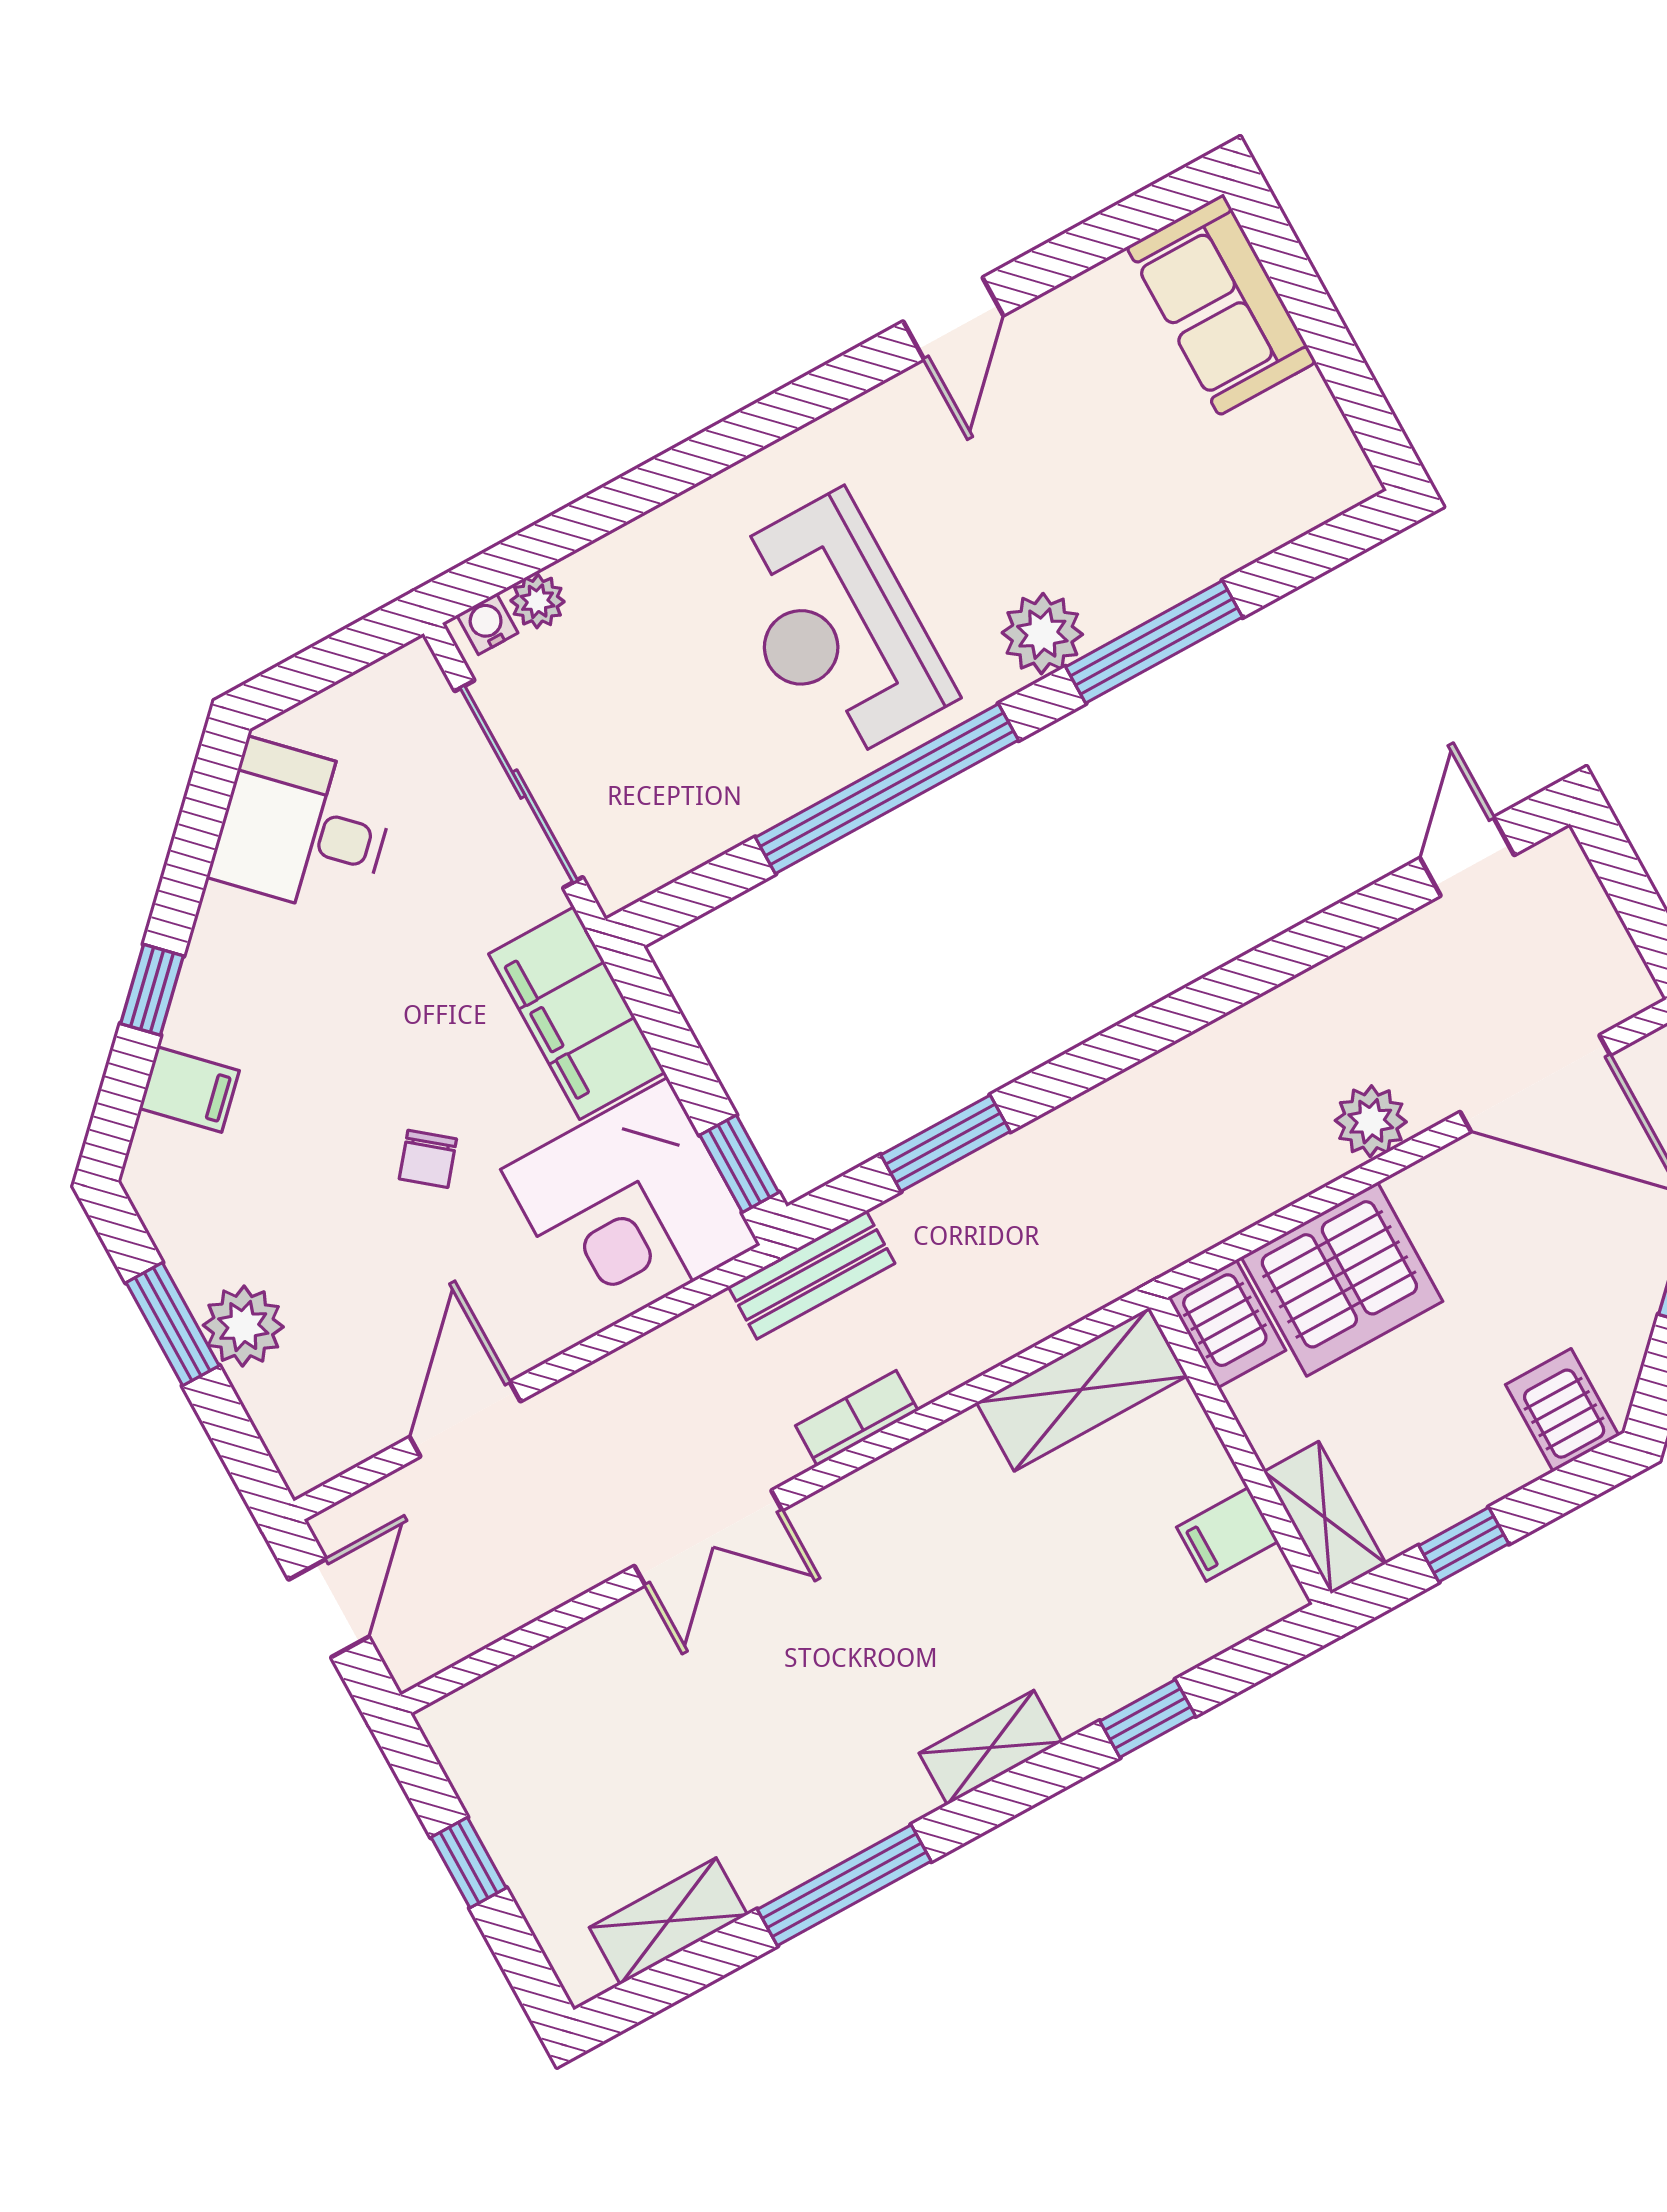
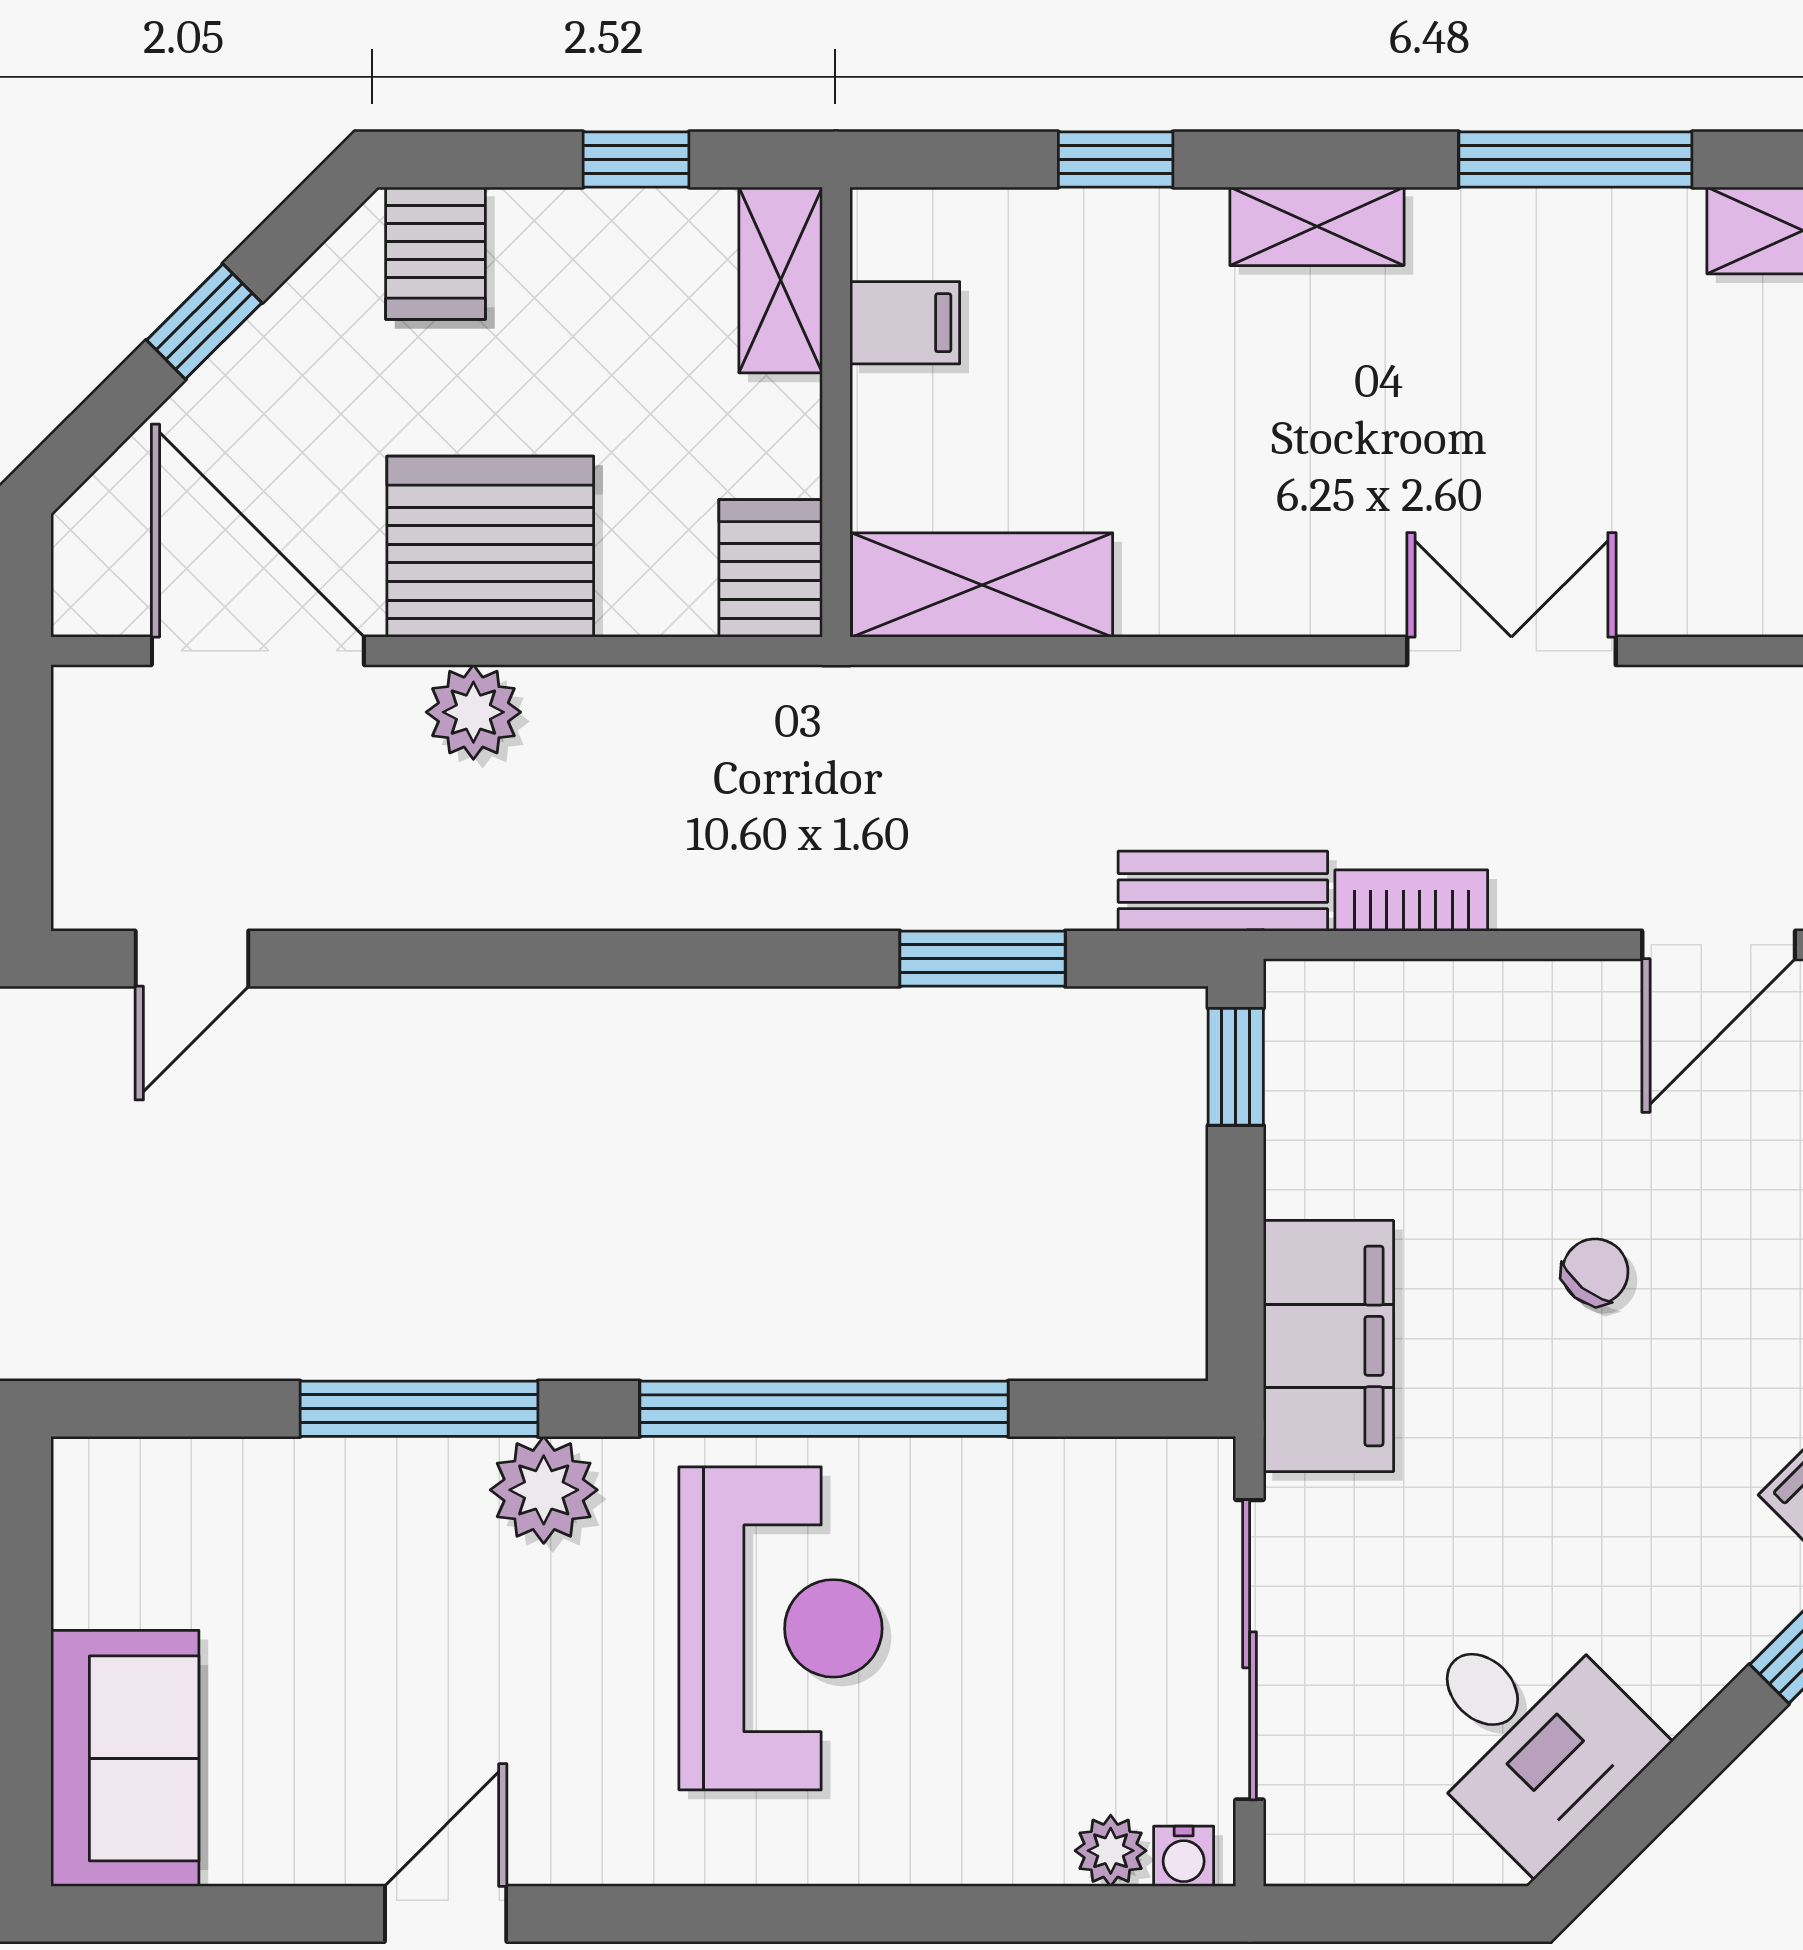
corner desk: (630, 1207) -> (1390, 1086), removed
server rack: (1342, 1279) -> (490, 547), moved
bookcase: (857, 1418) -> (1411, 901), moved, turned 180

